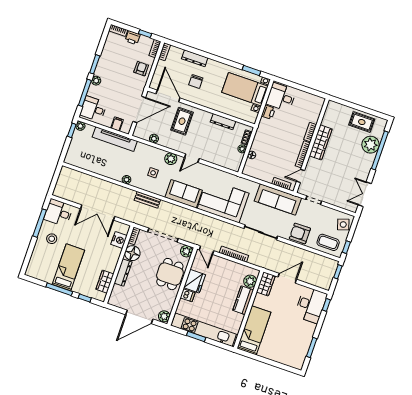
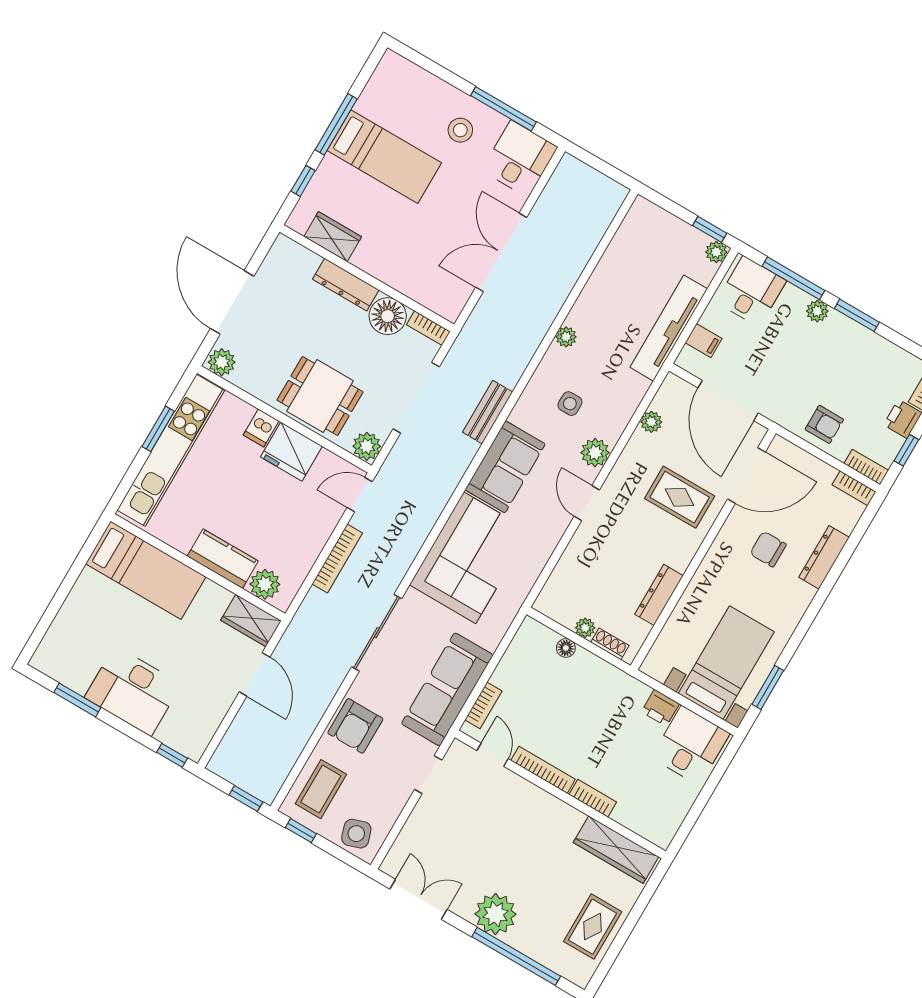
wardrobe: (321, 142) -> (616, 850), moved
plant: (371, 145) -> (496, 914), moved
bench: (147, 200) -> (488, 412), moved
armchair: (300, 234) -> (355, 726), turned 180
nightstand: (119, 240) -> (426, 290), removed
desk: (311, 305) -> (133, 691), moved

